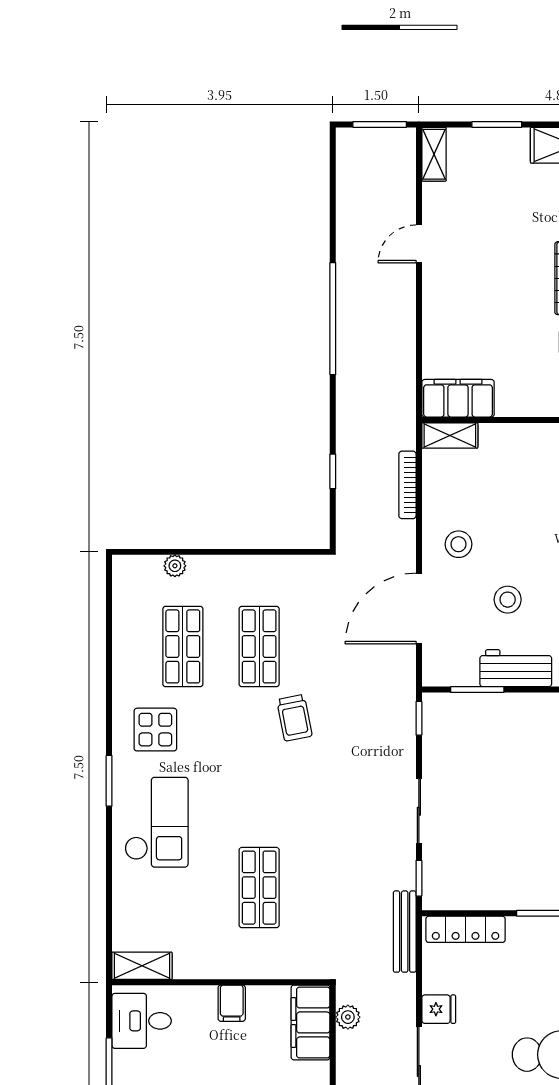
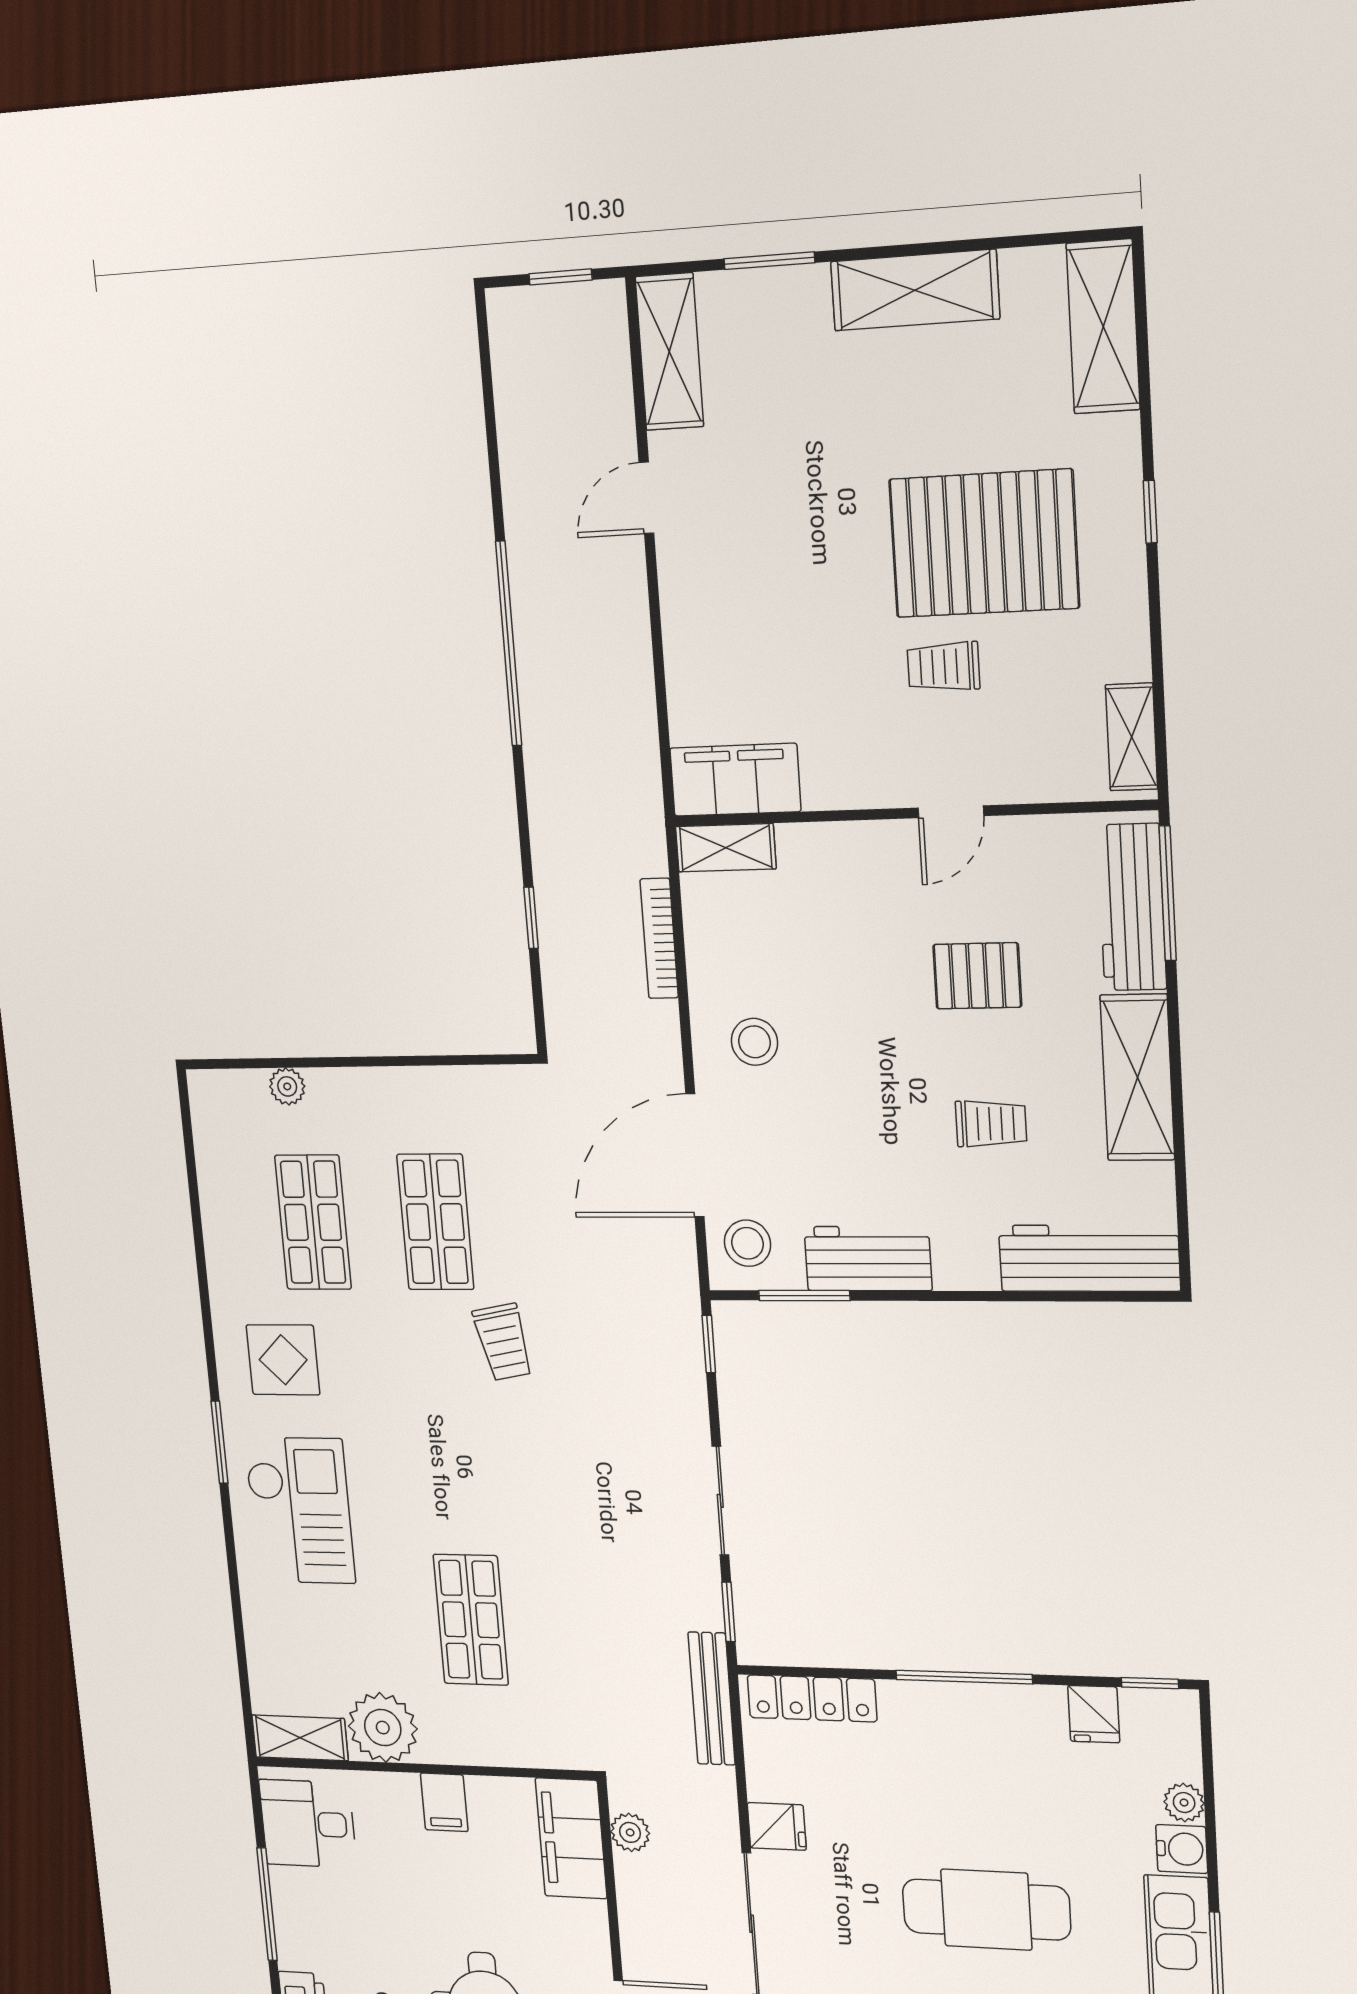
window: (380, 124) -> (561, 277), width x0.67
shelving: (434, 154) -> (669, 352), width x1.50, depth x1.33
stool: (508, 600) -> (747, 1243), moved
plant: (197, 957) -> (383, 1728), added

